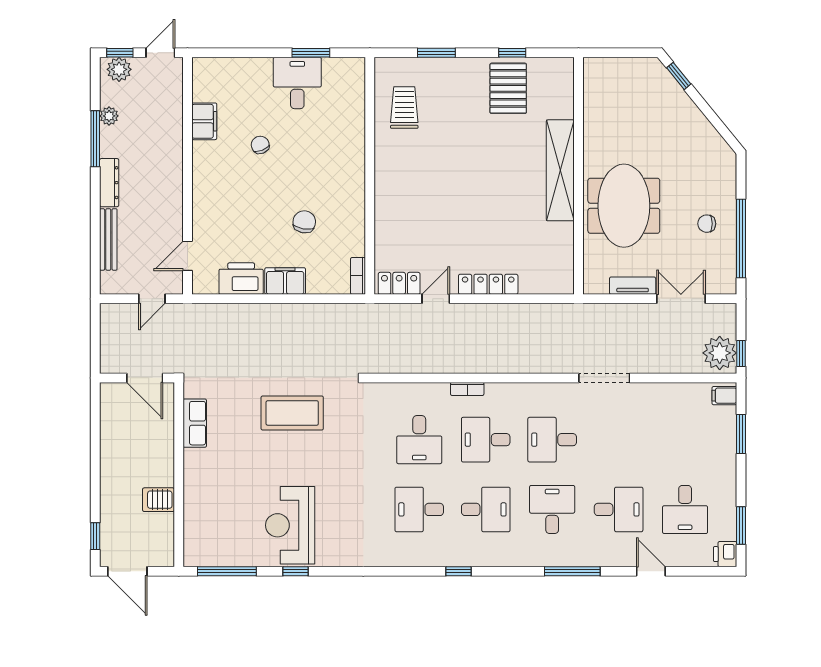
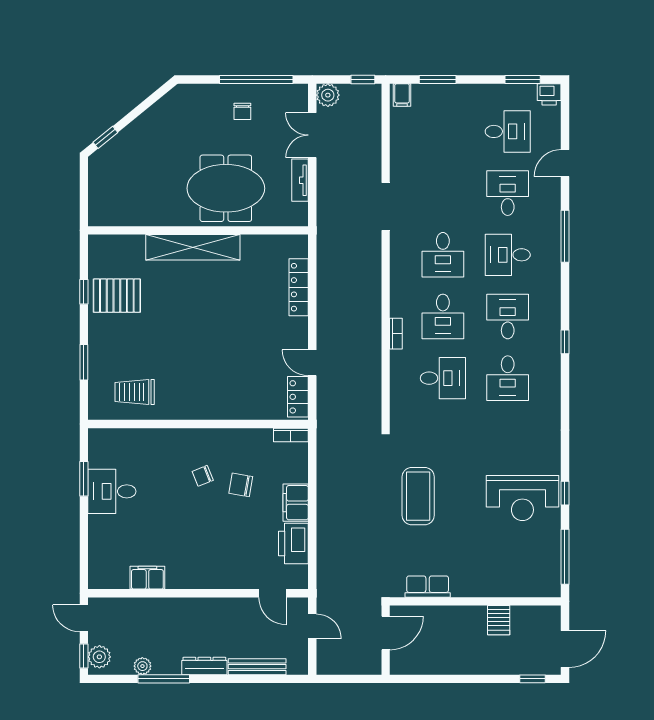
chair: (260, 145) -> (203, 476), moved
locker: (488, 284) -> (299, 287), moved
plant: (720, 353) -> (328, 95), moved, width x0.73, depth x0.73

